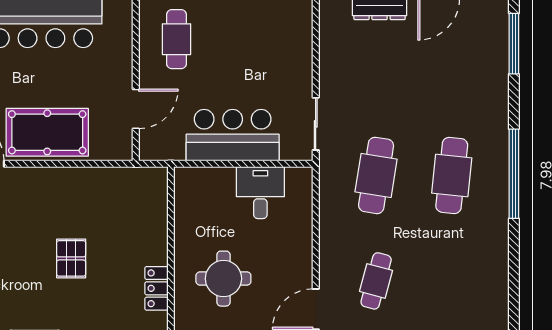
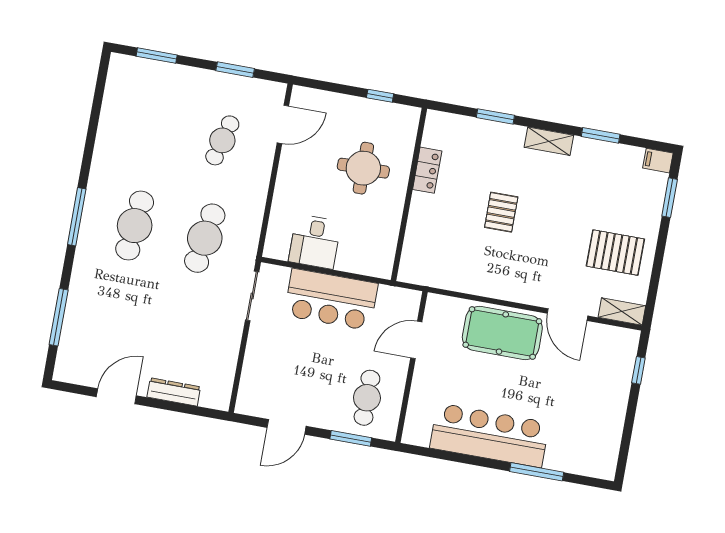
window: (514, 44) -> (59, 317), moved
window: (514, 174) -> (77, 217), width x0.68

